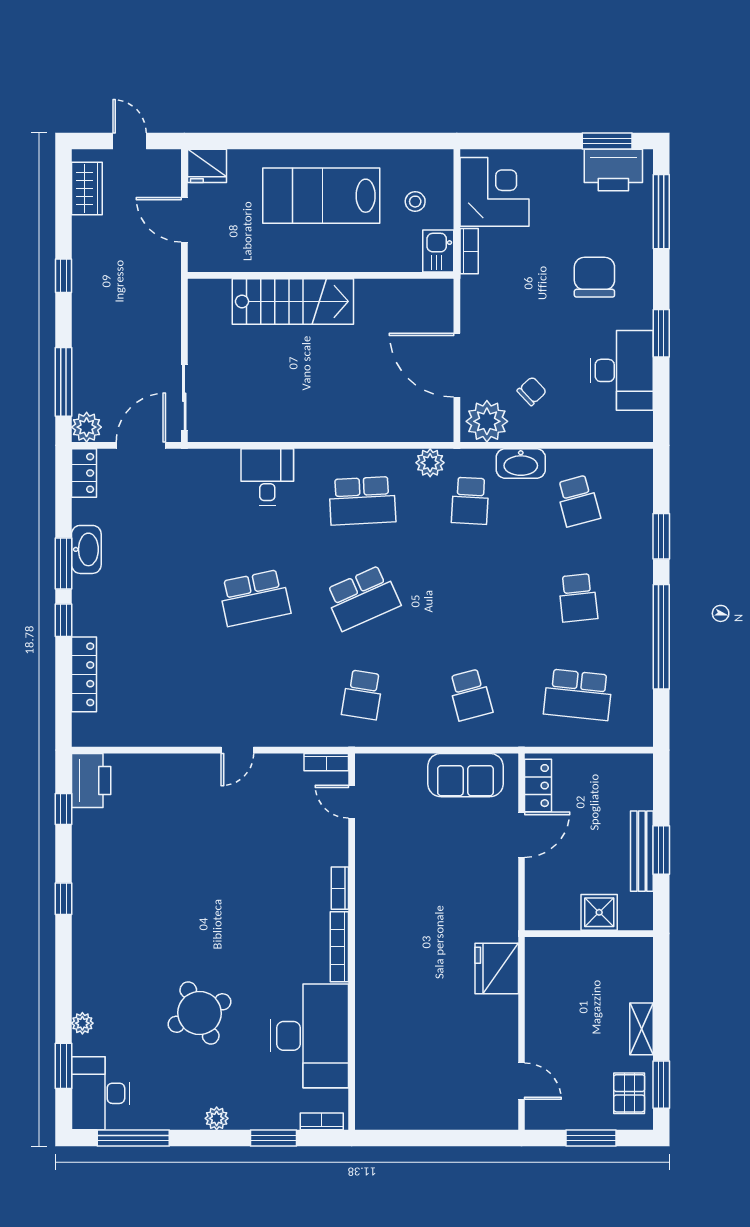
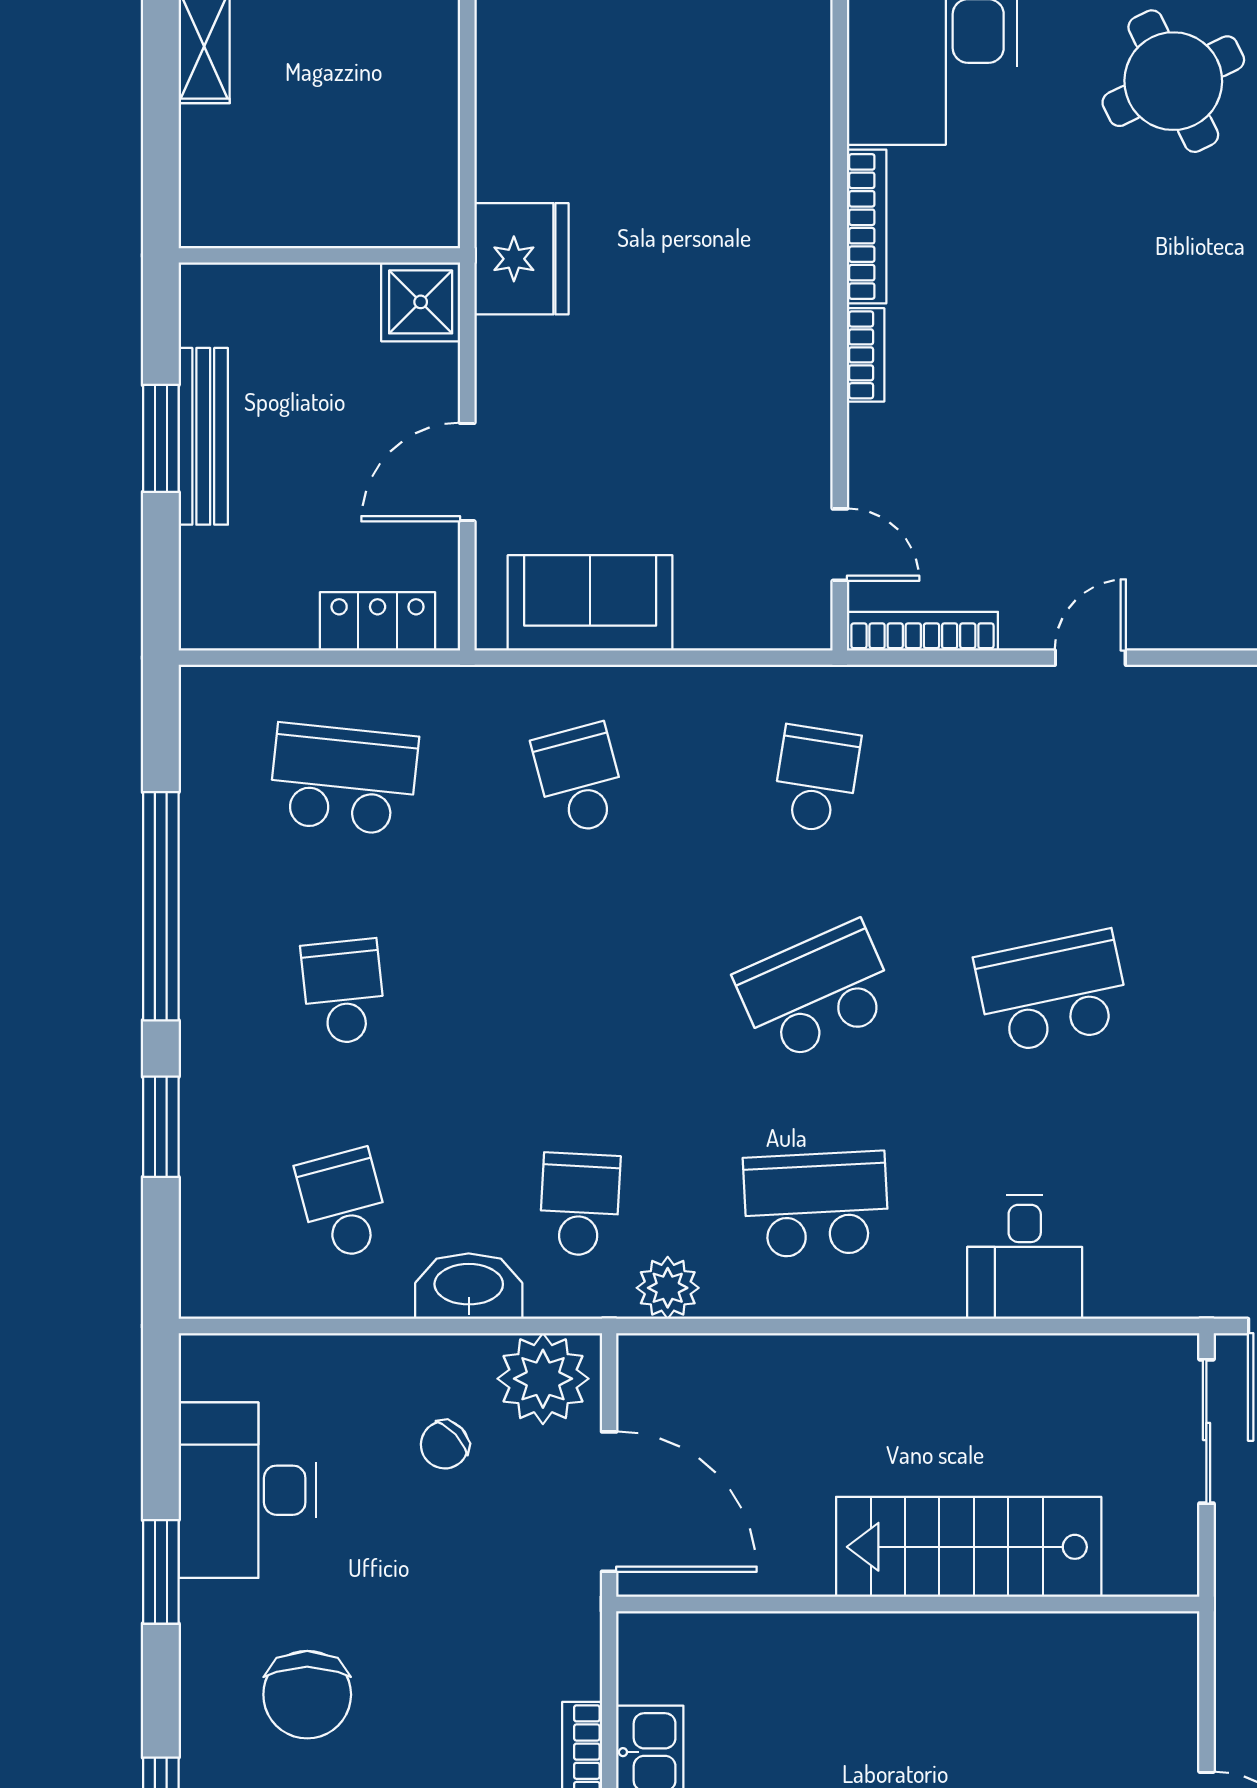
wall: (321, 275) -> (908, 1604), moved
stairs: (293, 301) -> (969, 1547), moved
bookcase: (326, 762) -> (922, 631), width x1.56
locker: (538, 786) -> (378, 621), moved, turned 90
shower: (599, 912) -> (421, 302), moved
fridge: (497, 969) -> (521, 259), moved

